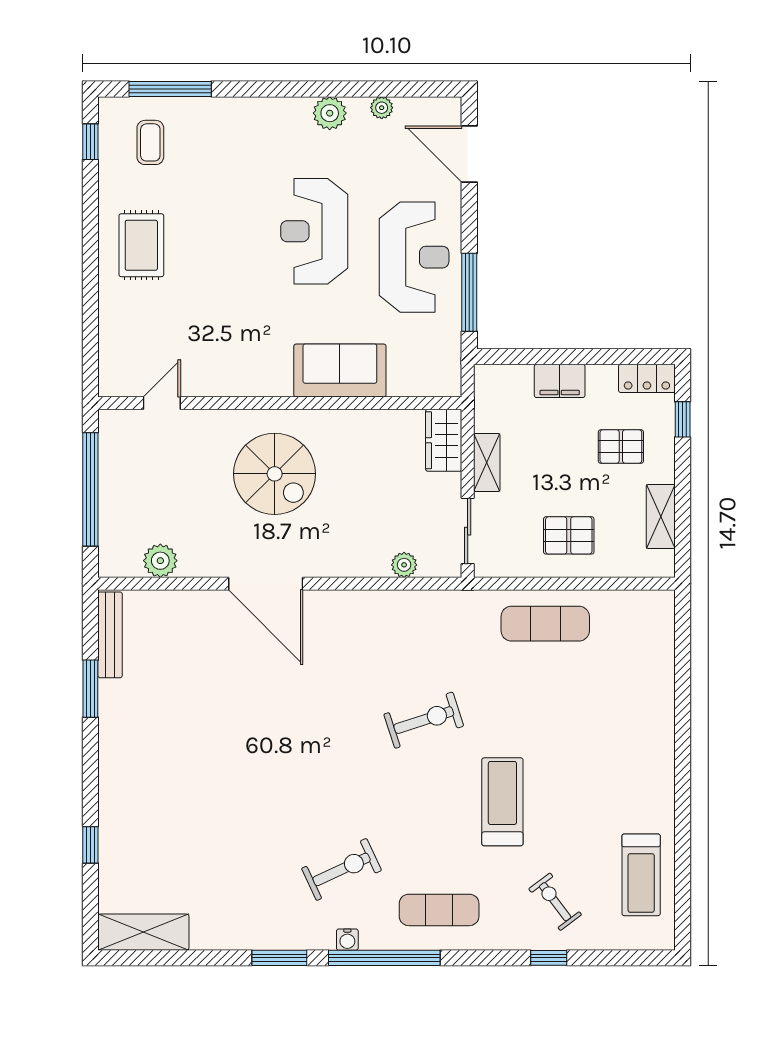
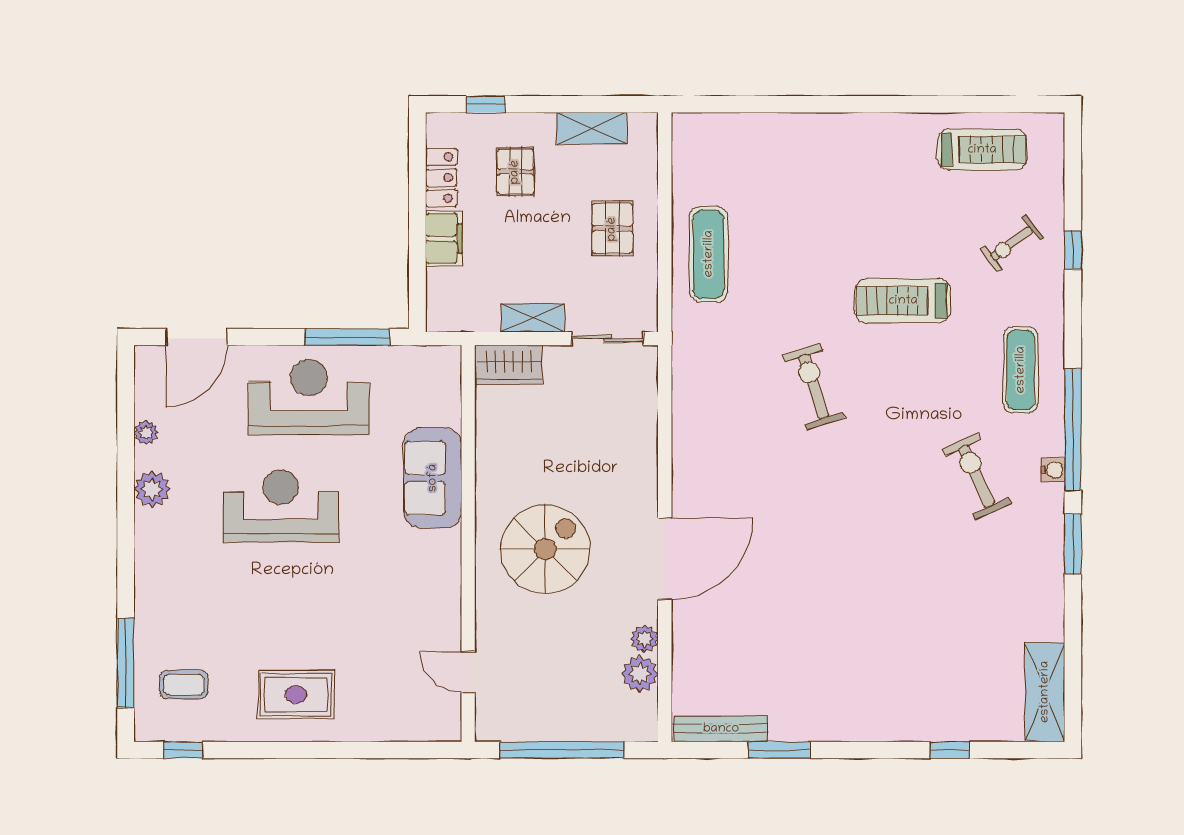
reception desk: (314, 231) -> (281, 506), turned 180
locker: (647, 378) -> (441, 178), moved
plant: (404, 565) -> (644, 639), moved

